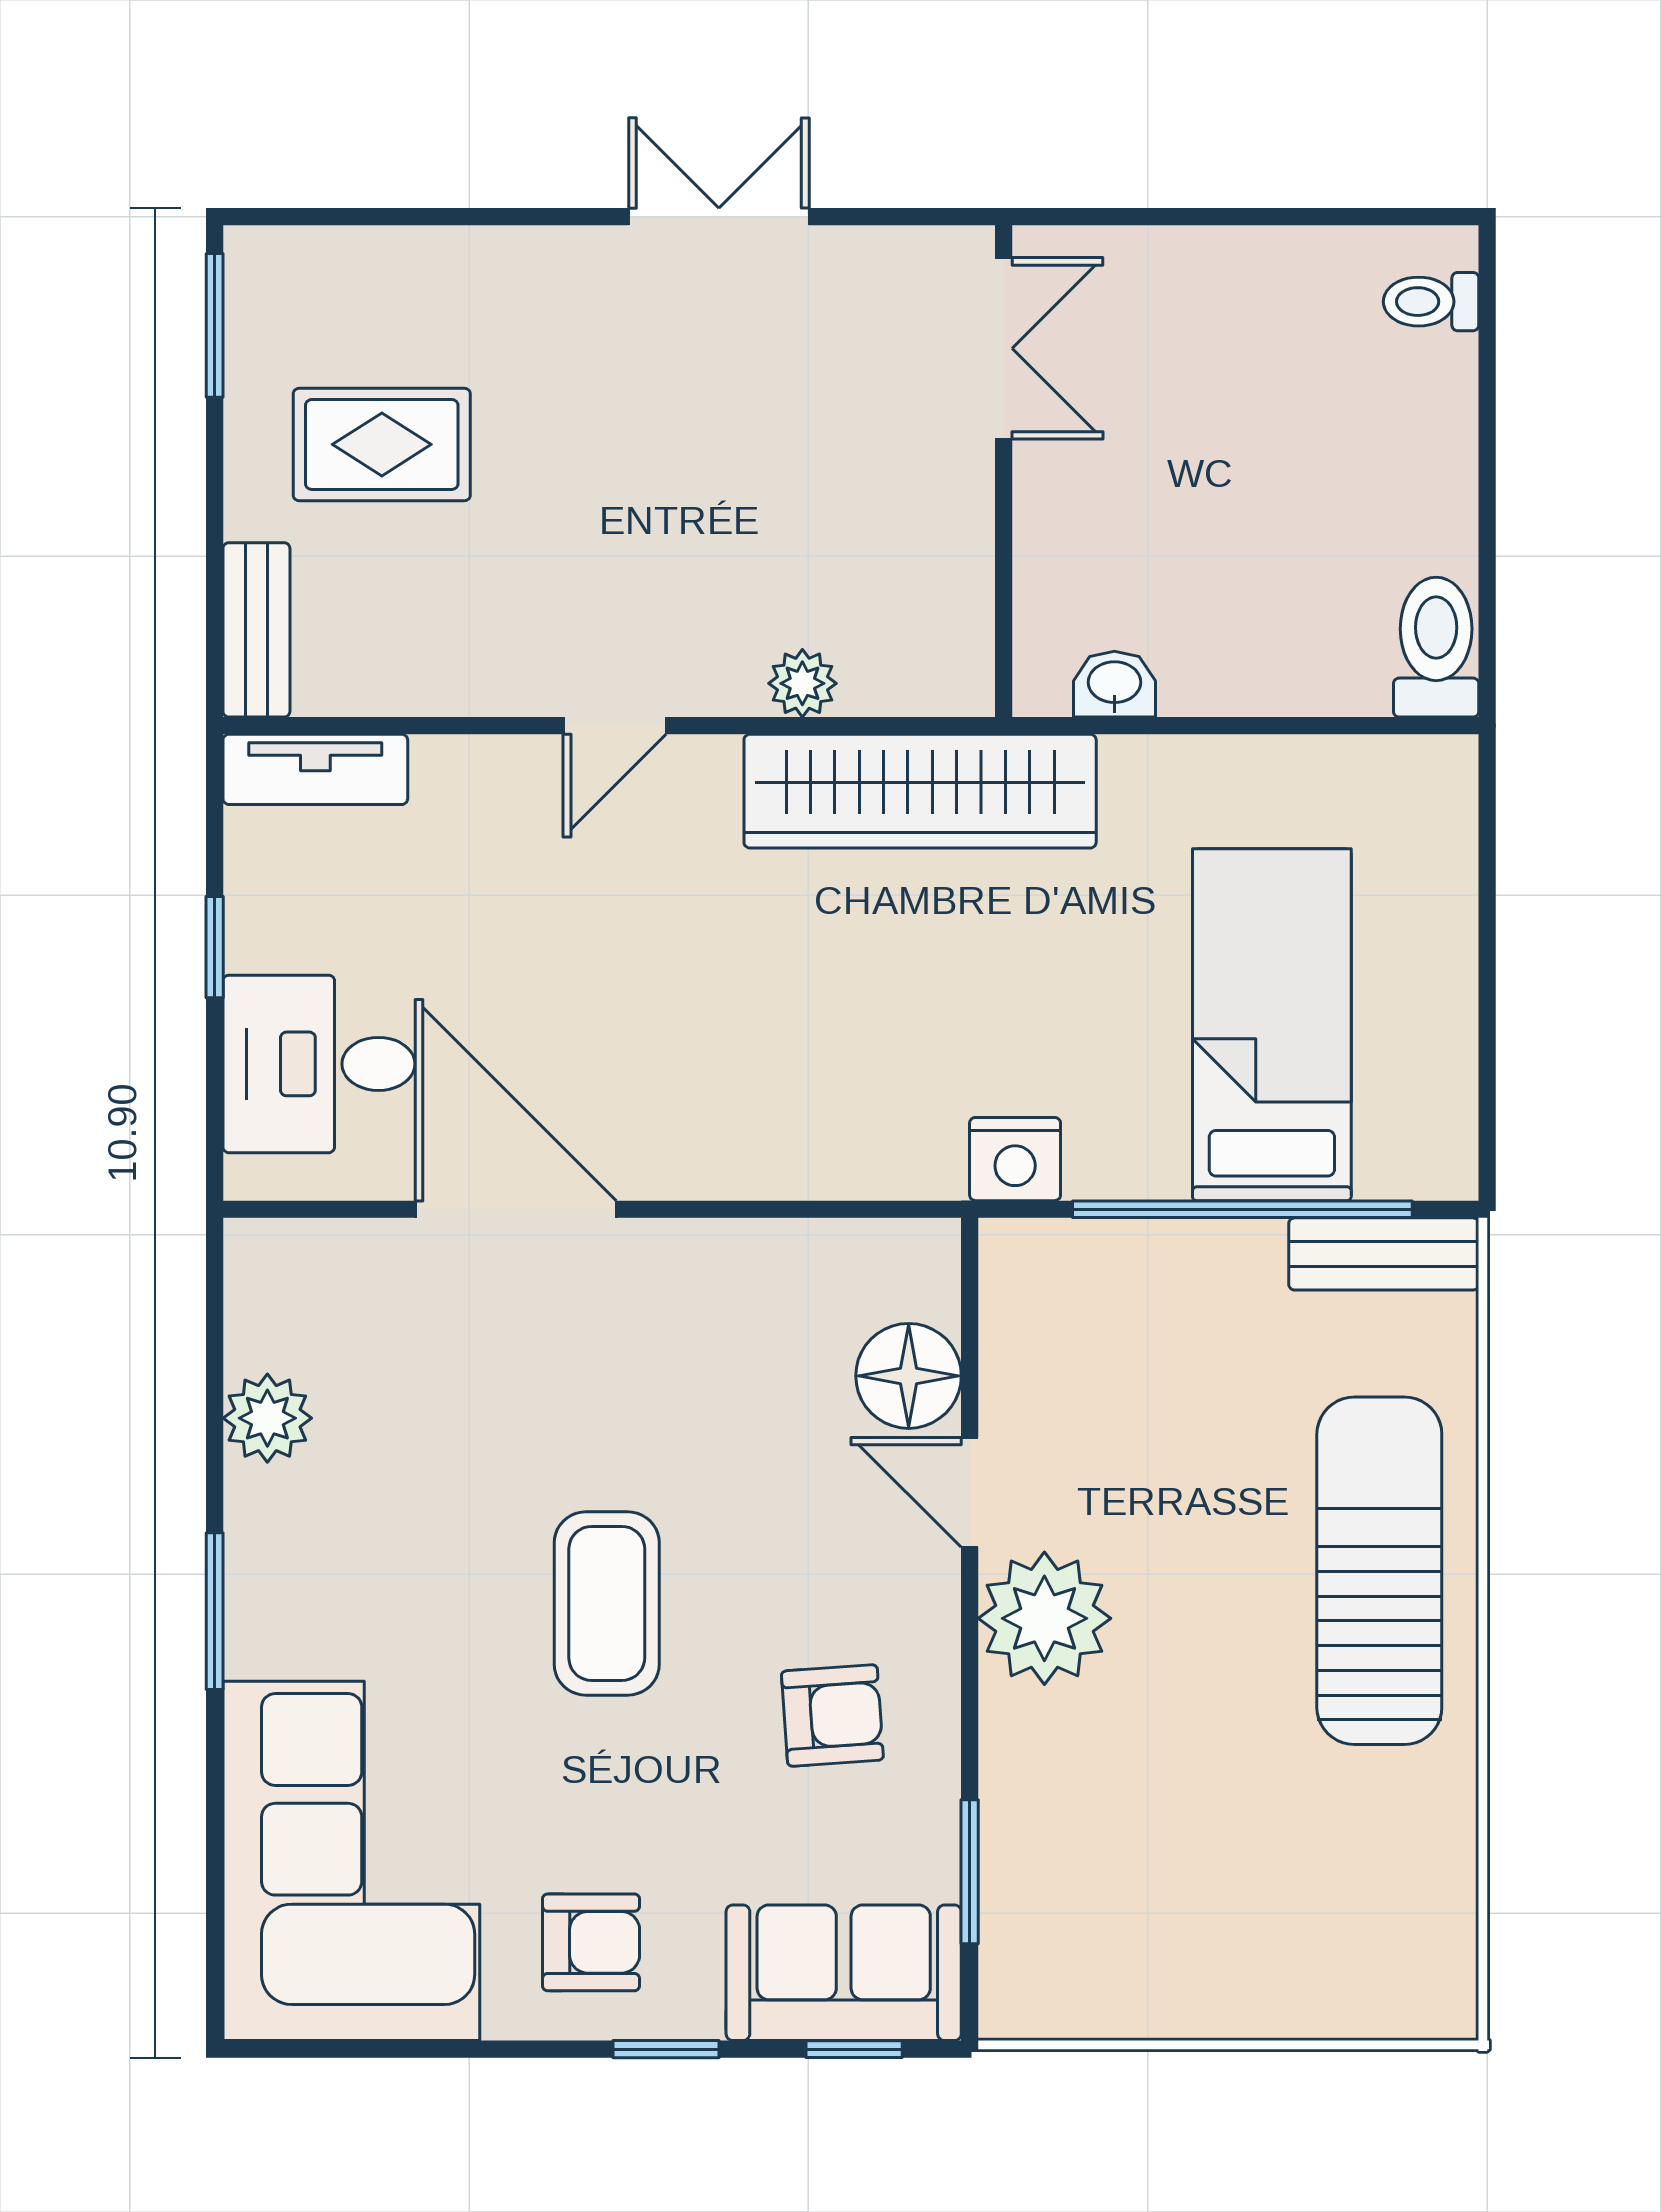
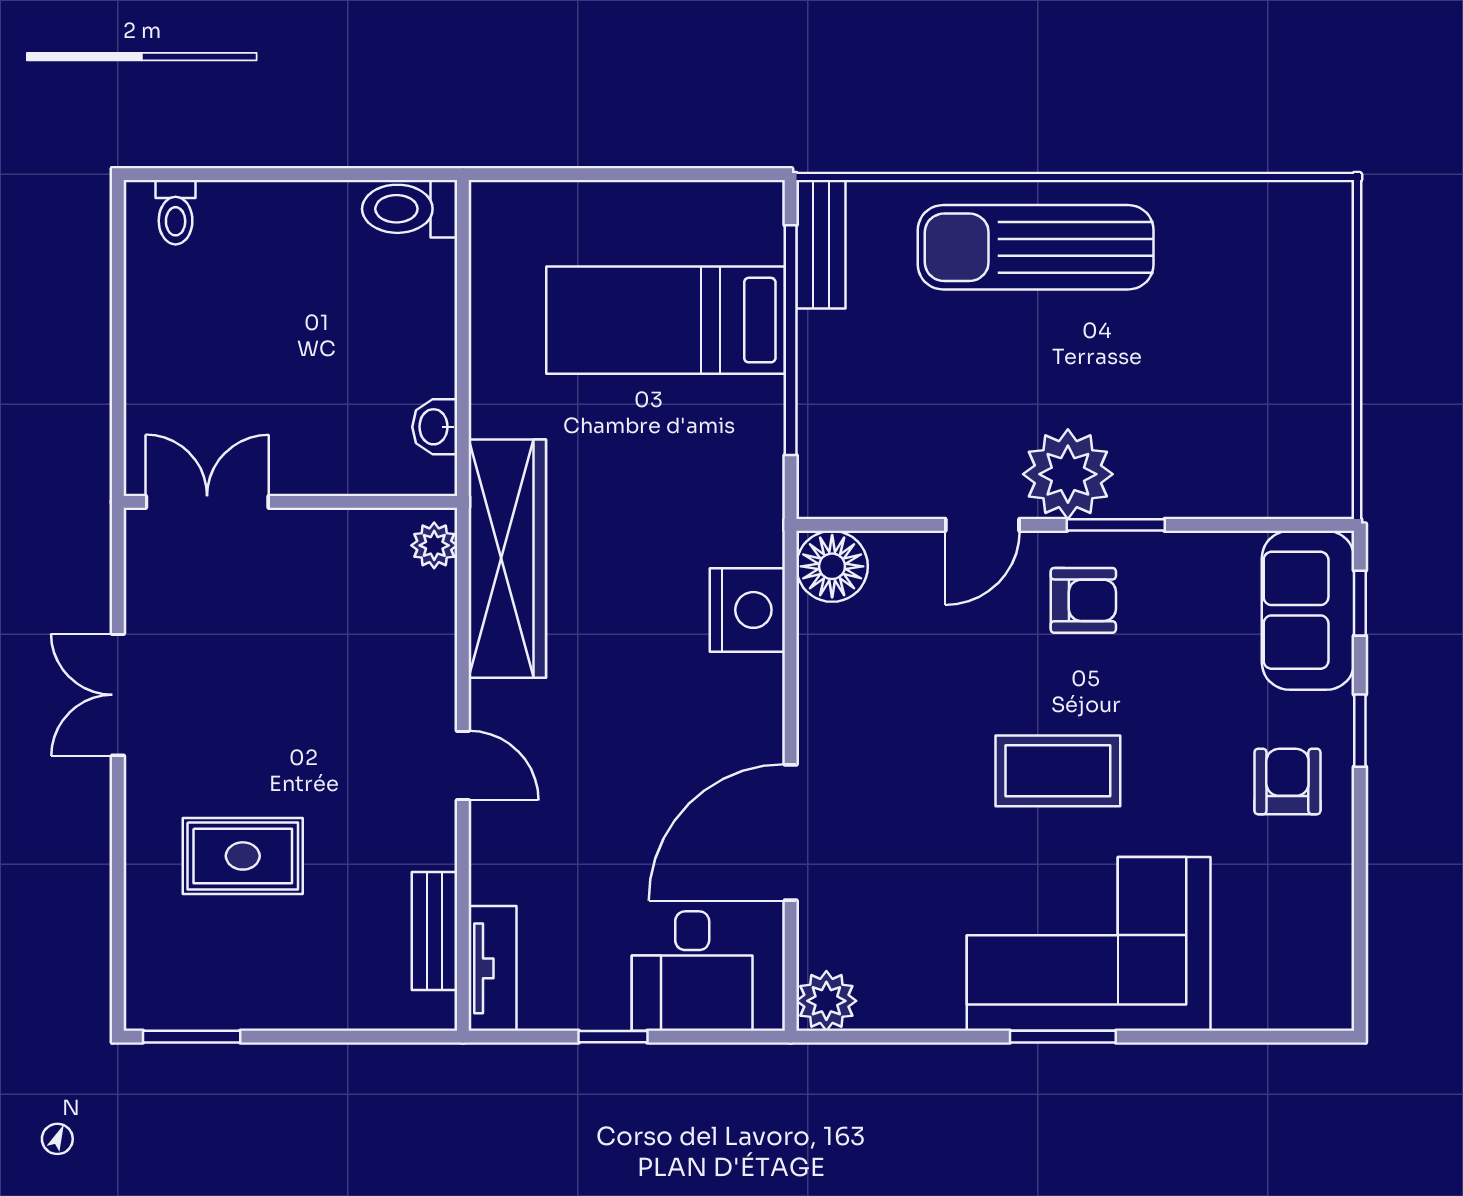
rug: (382, 444) -> (243, 856), moved, turned 90
bench: (256, 630) -> (435, 931), moved, turned 90
plant: (802, 683) -> (434, 545), moved
nightstand: (1015, 1159) -> (747, 610), moved, width x1.36, depth x1.33
floor lamp: (909, 1376) -> (832, 566), moved
plant: (267, 1418) -> (826, 1001), moved
armchair: (832, 1716) -> (1083, 600), moved, turned 94
corner sofa: (351, 1861) -> (1089, 944), moved
window: (970, 1872) -> (1116, 525), moved

